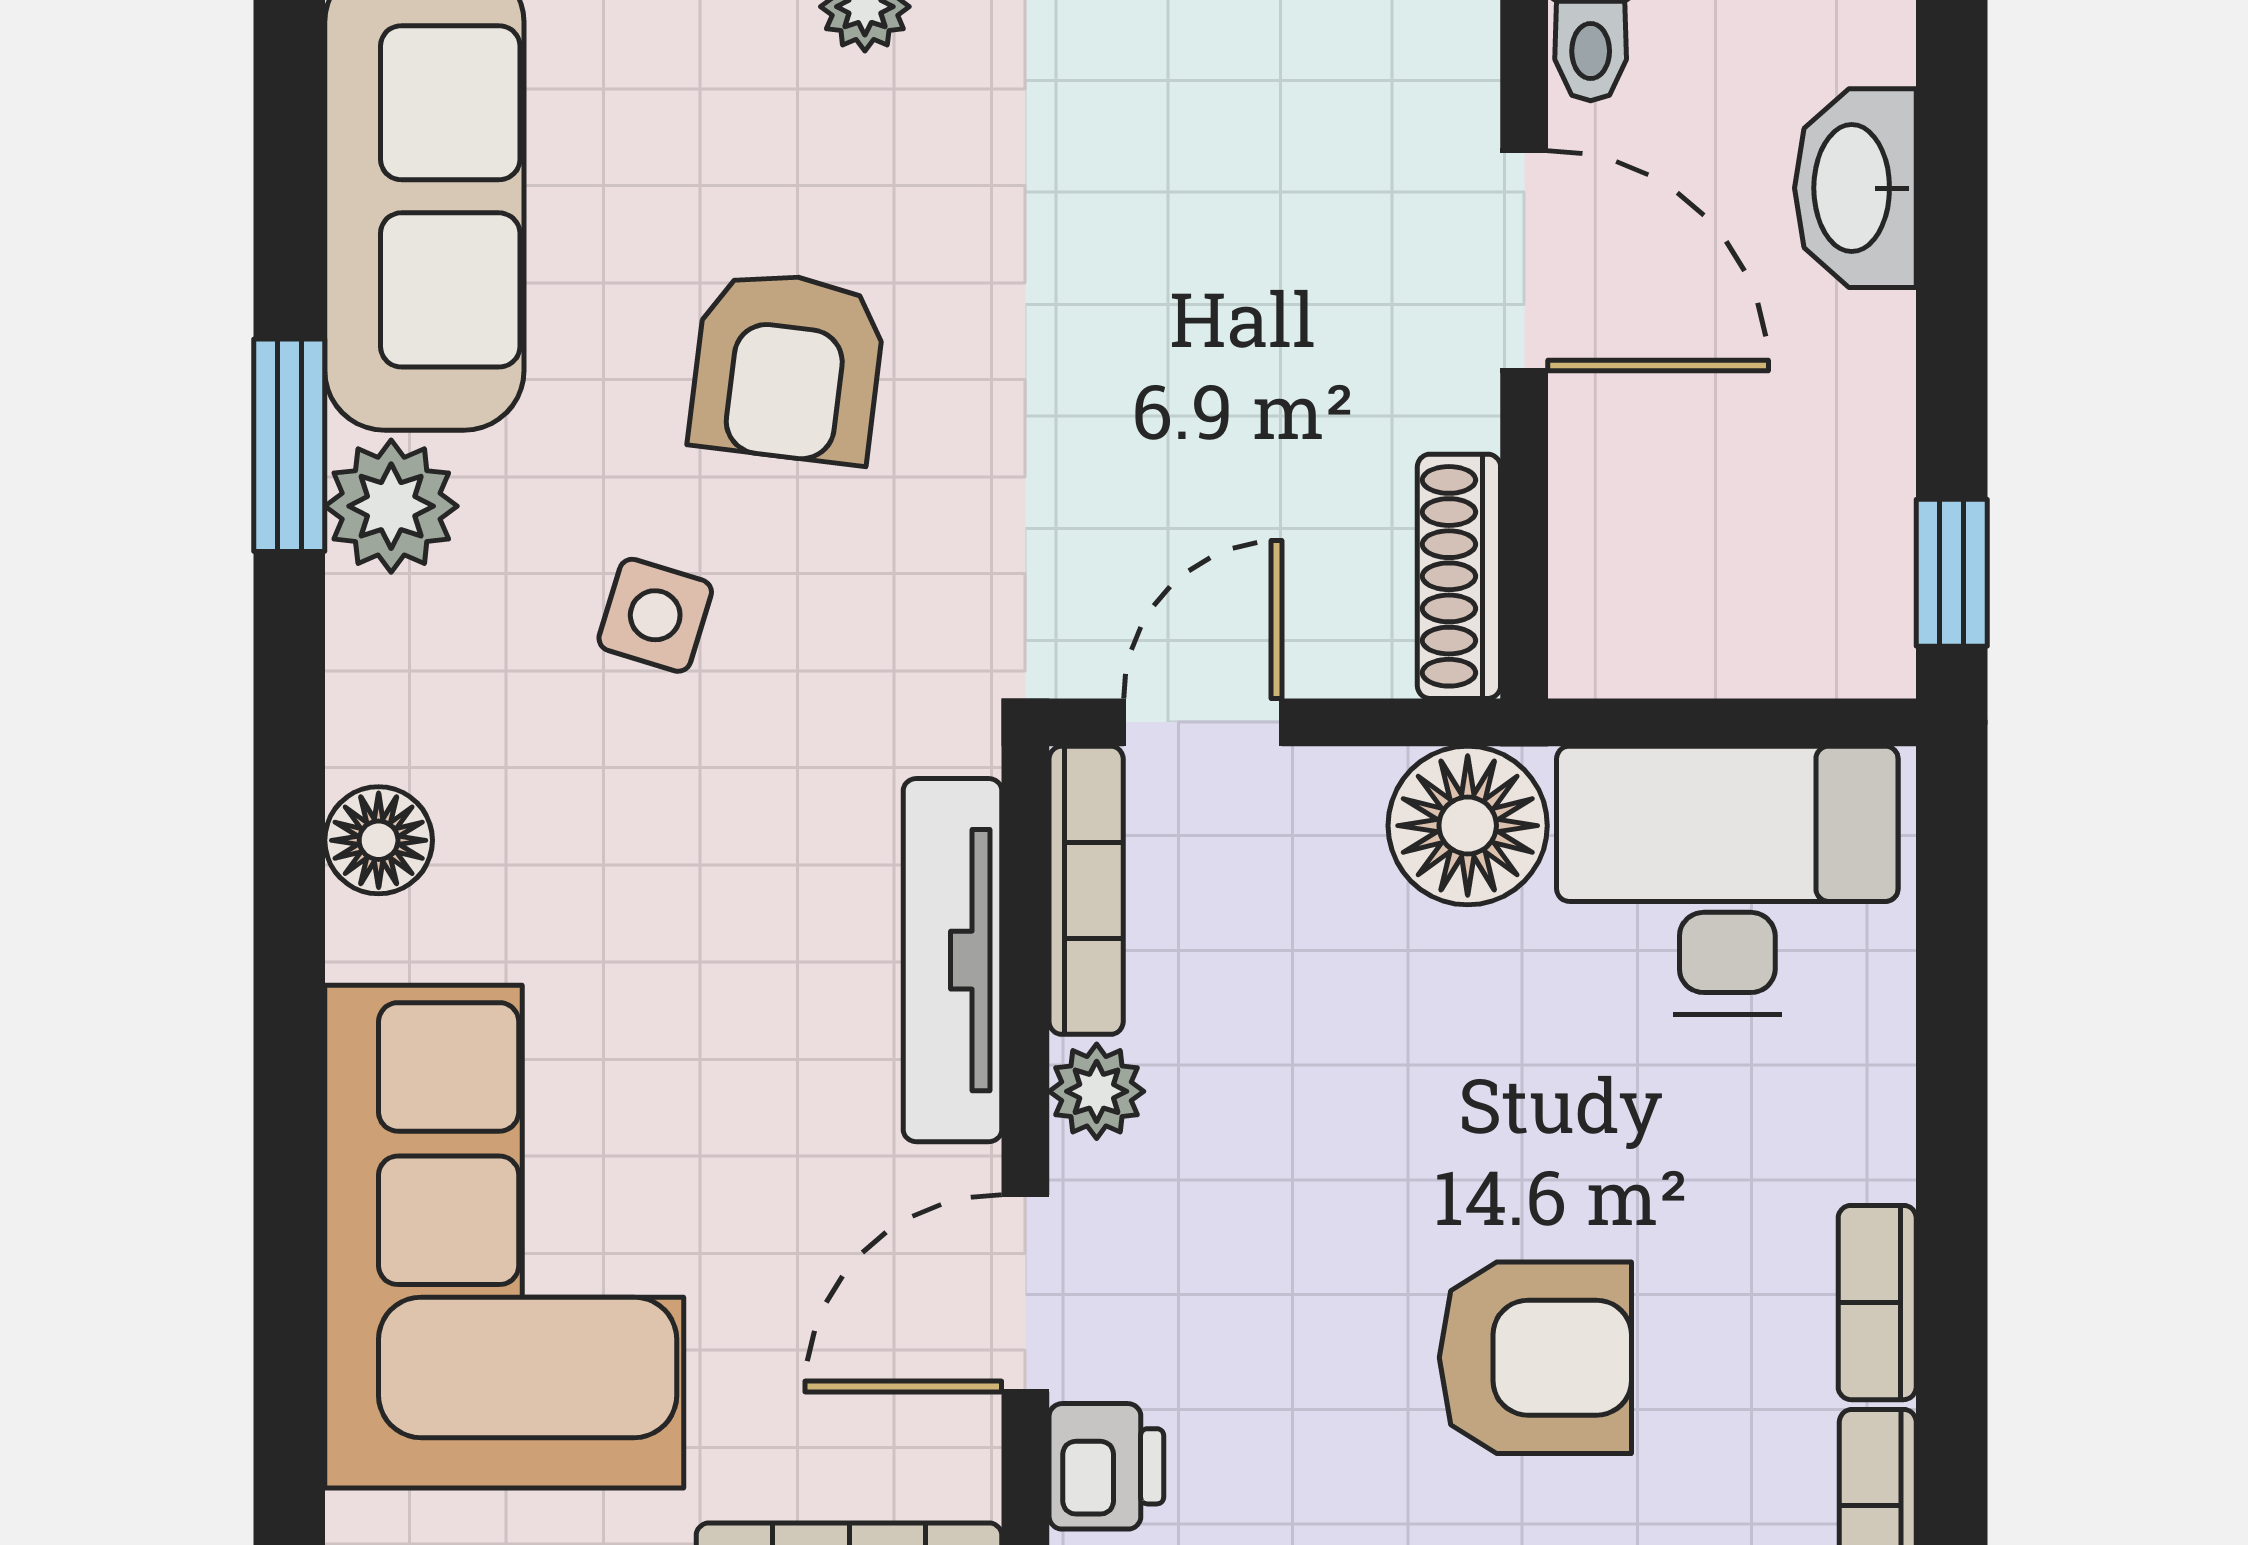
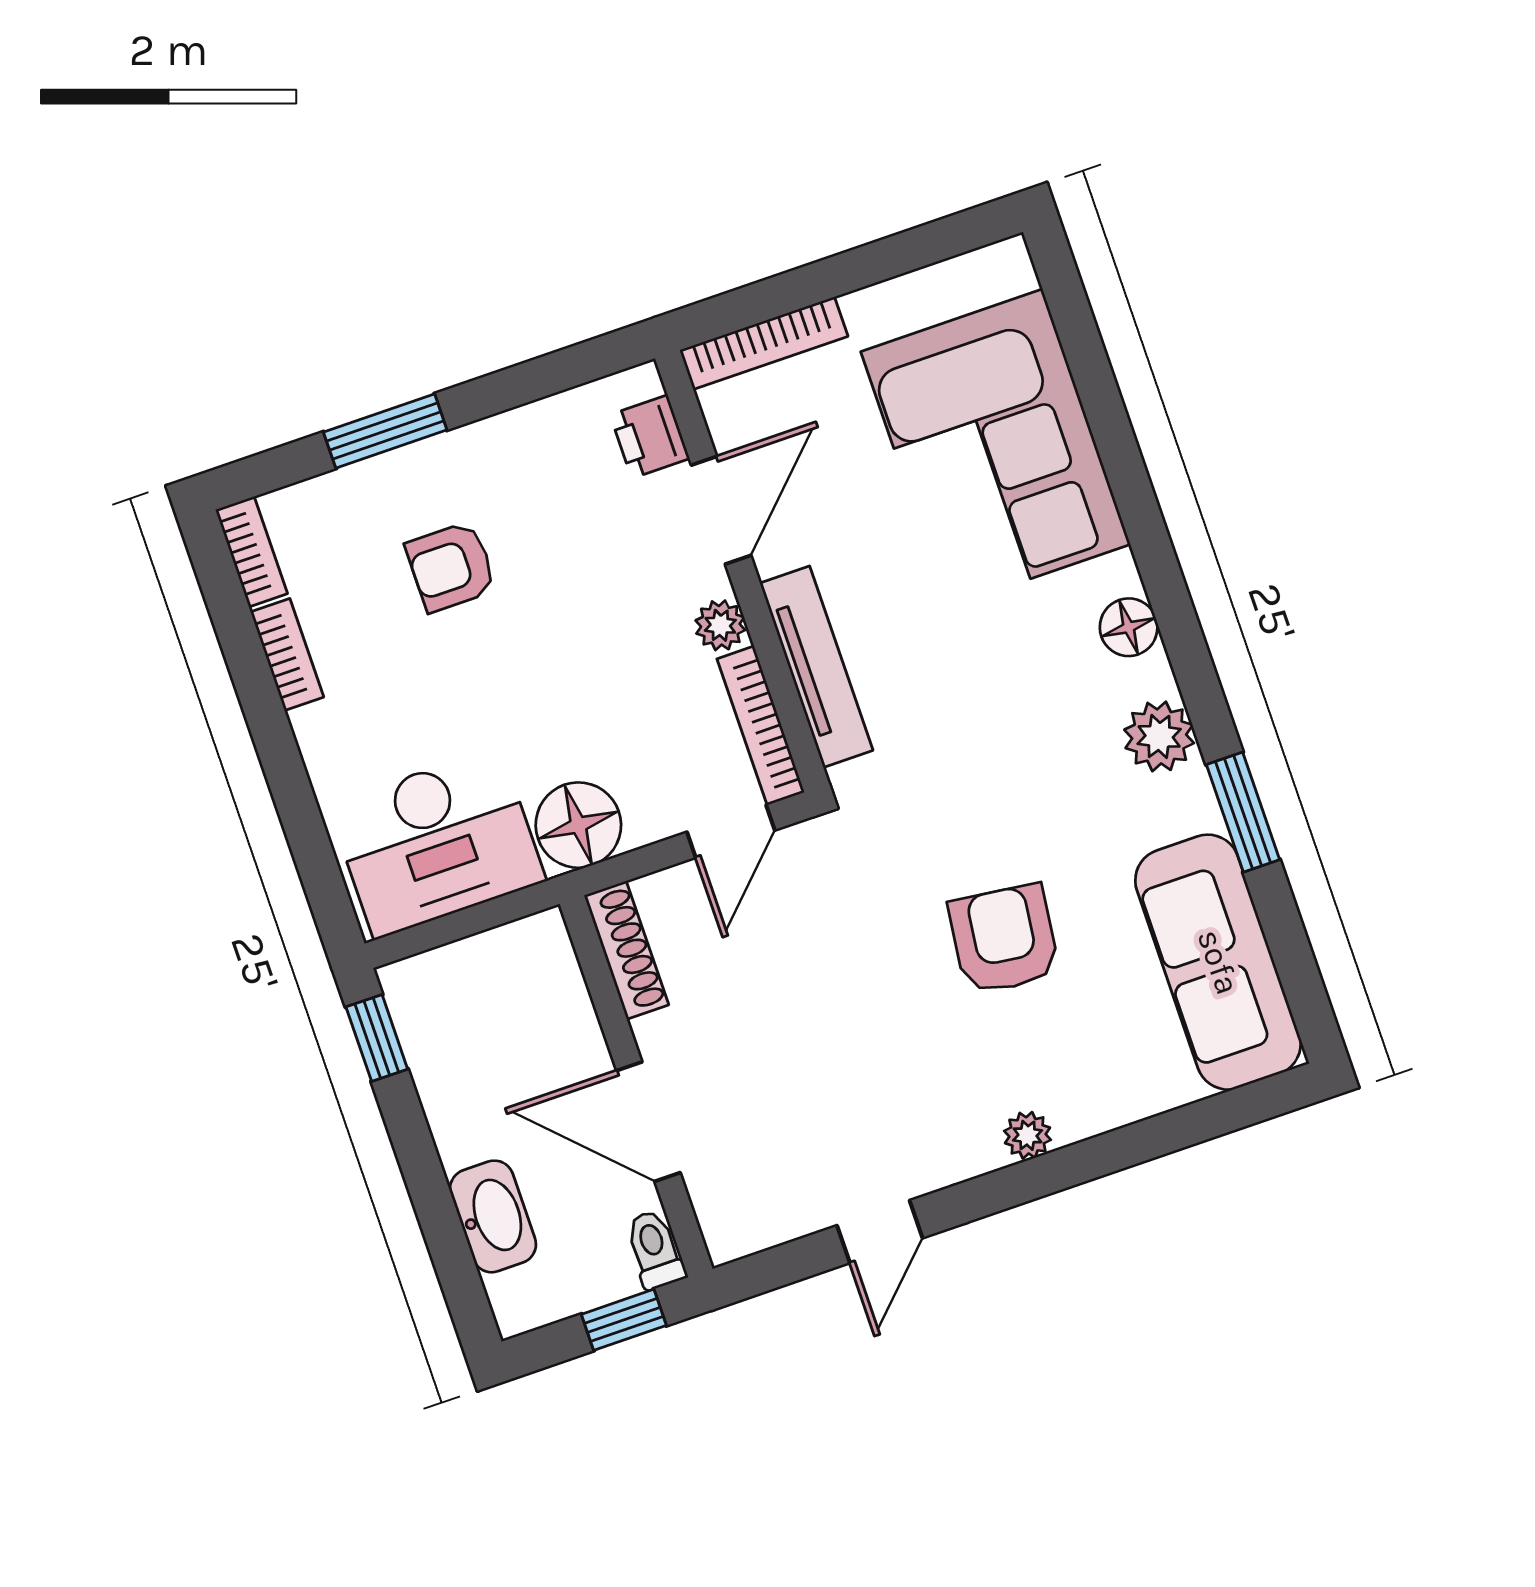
plant: (391, 506) -> (1159, 736), moved
side table: (655, 615) -> (1028, 790), removed
armchair: (1535, 1358) -> (451, 567), width x0.72, depth x0.72

